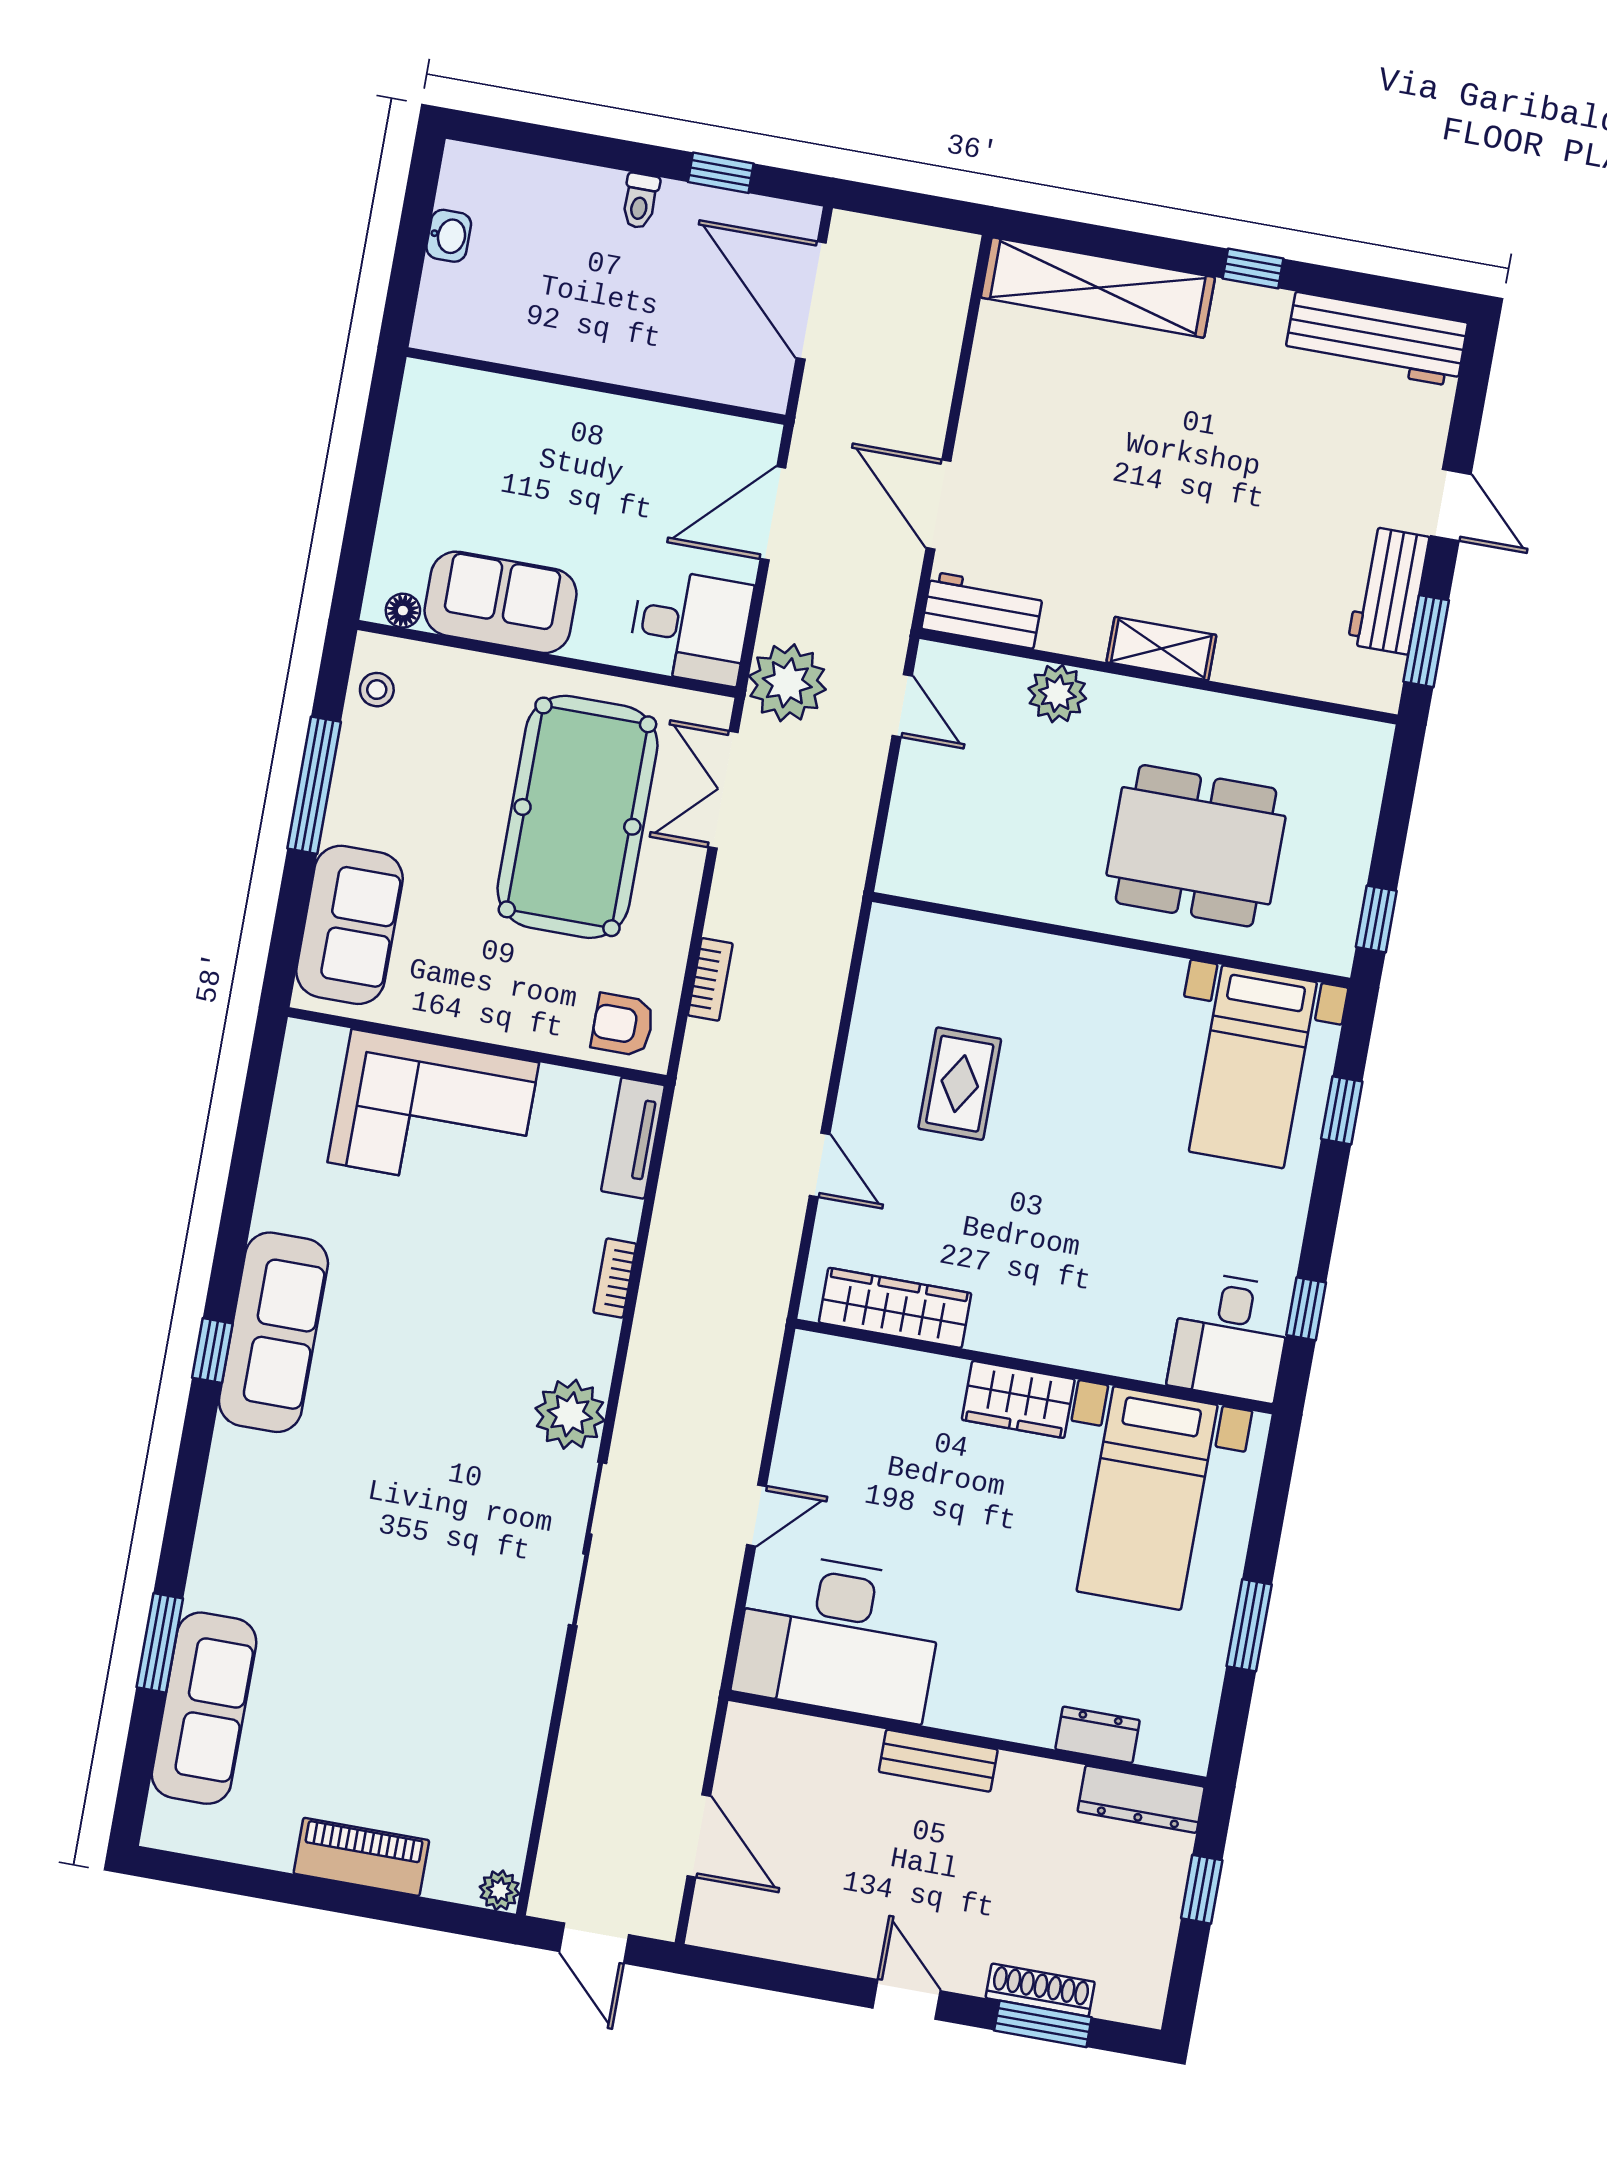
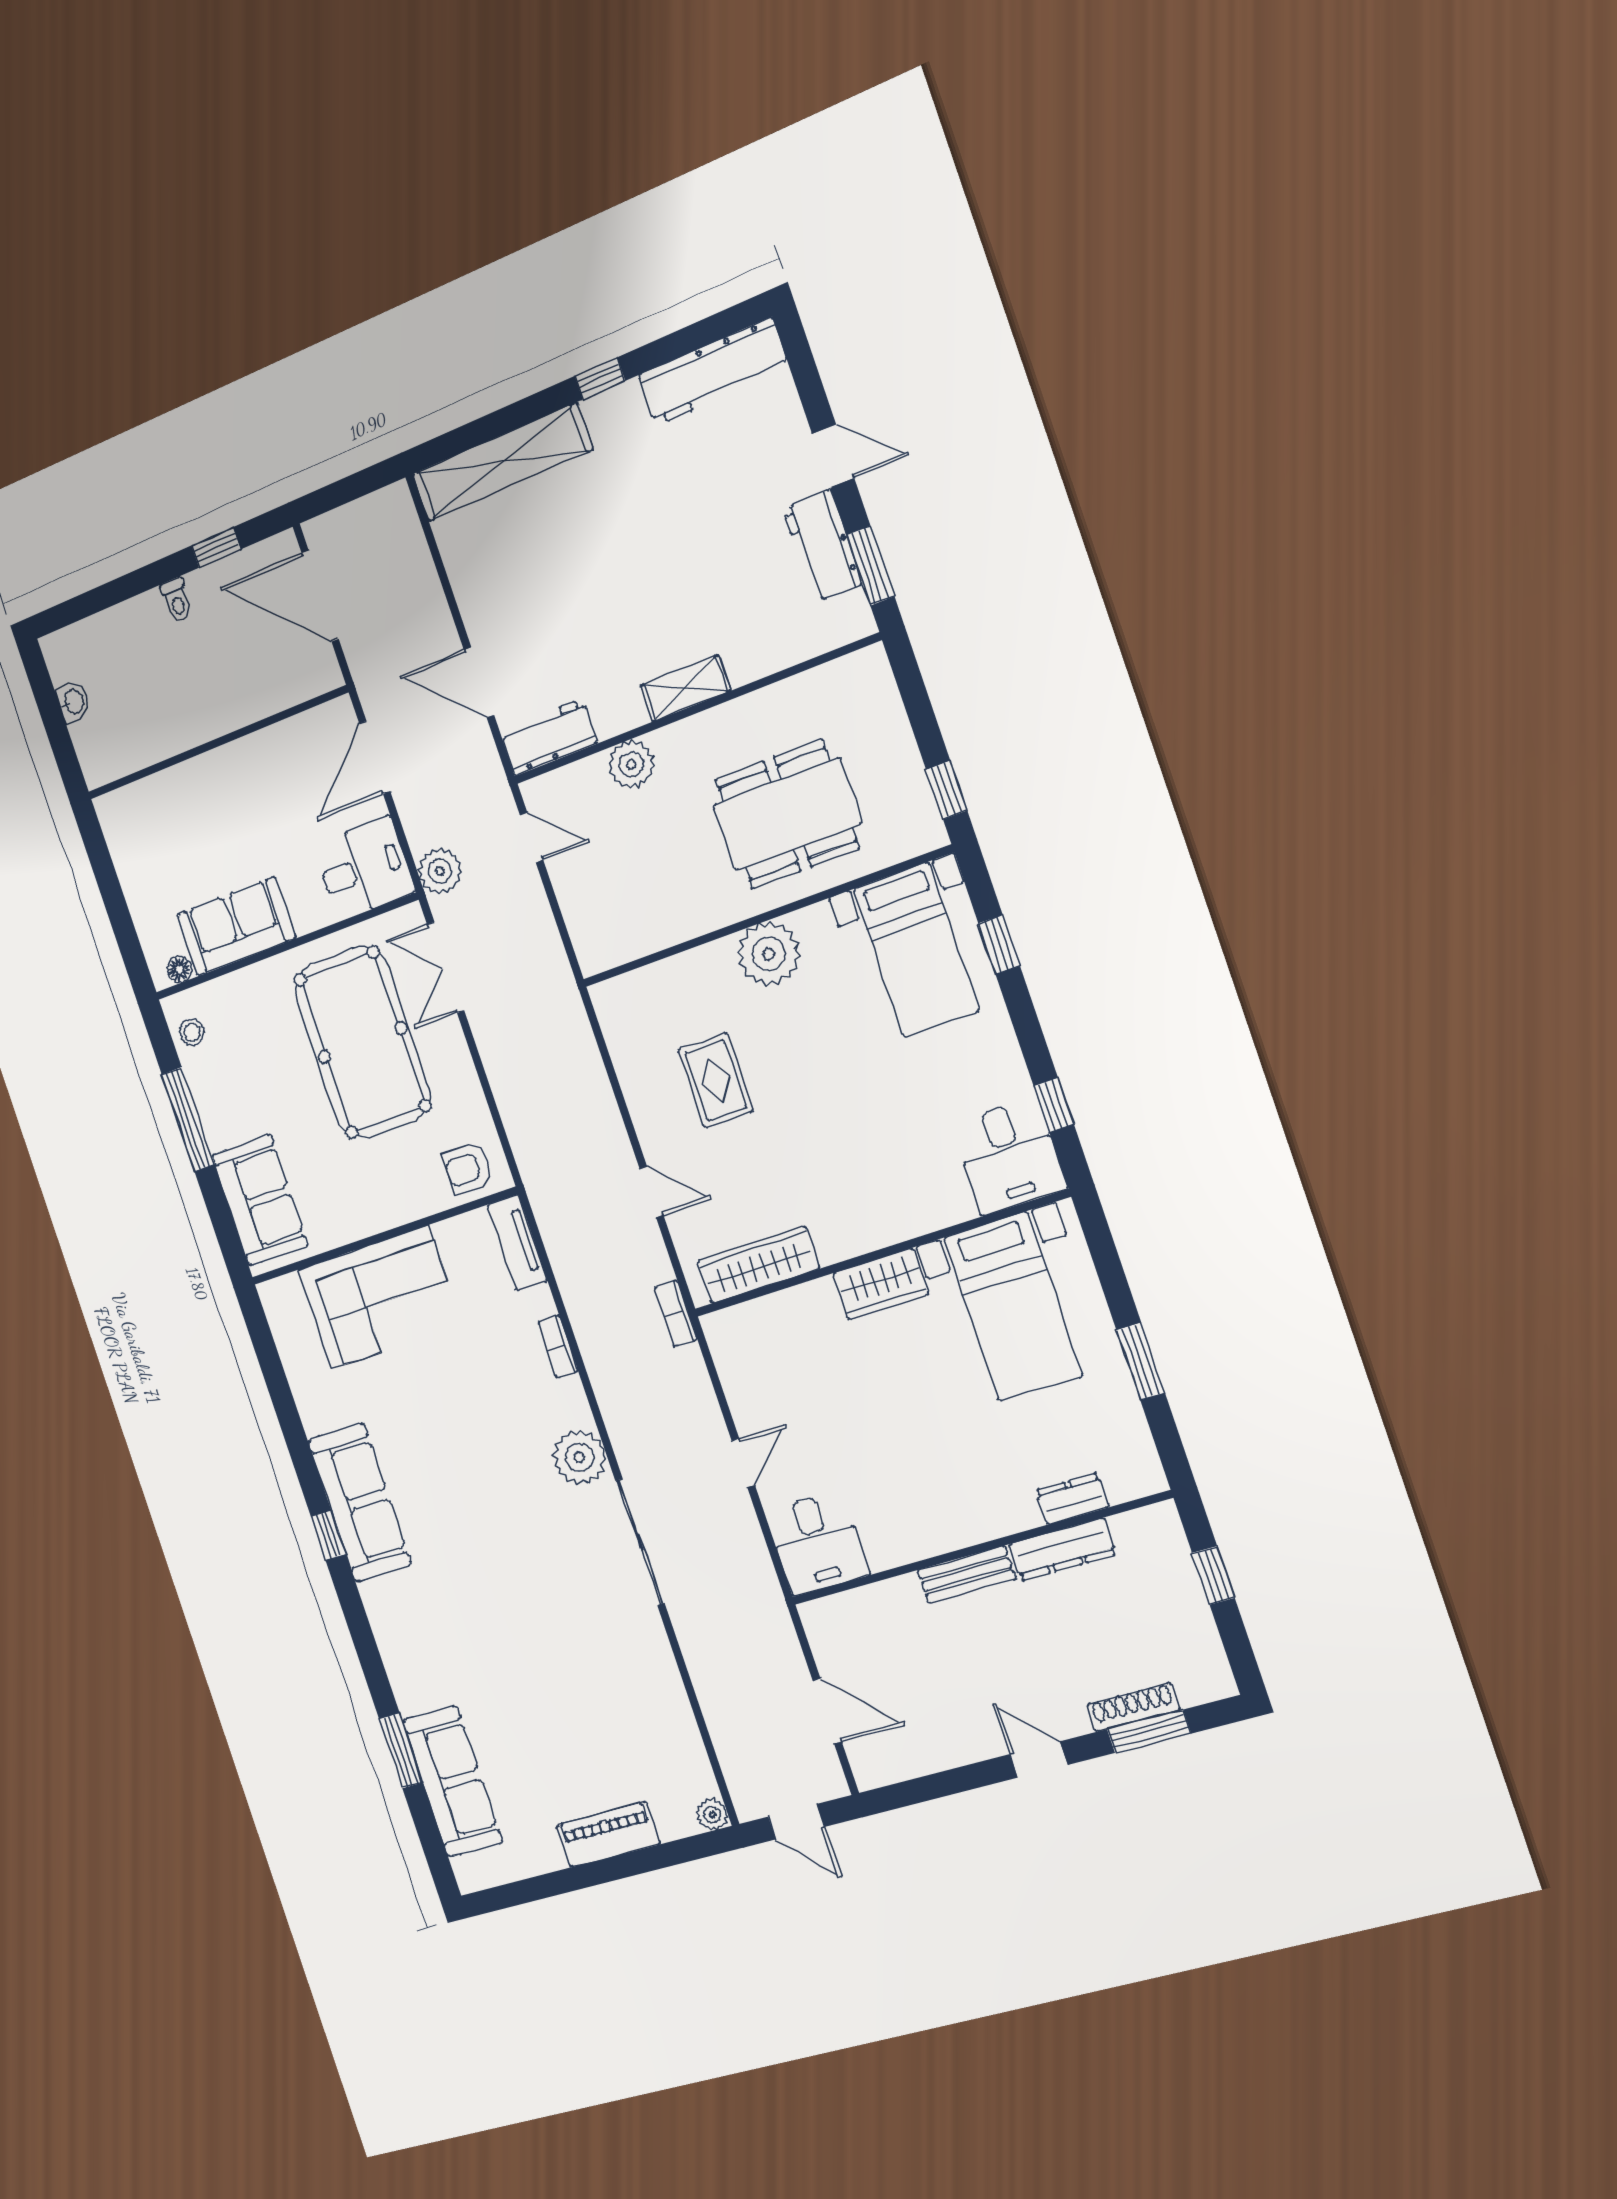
plant: (787, 683) -> (440, 871), width x0.73, depth x0.73
bookcase: (710, 979) -> (676, 1314), moved, turned 180
plant: (1093, 981) -> (769, 954), added
desk: (839, 1637) -> (817, 1543), width x0.53, depth x0.77
dresser: (1141, 1799) -> (1062, 1550), moved

